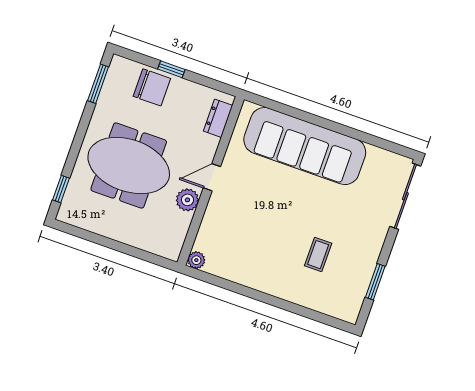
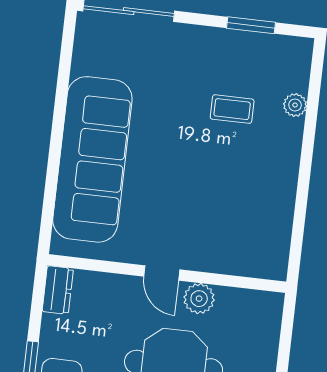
dresser: (218, 118) -> (58, 290), moved, turned -90
plant: (196, 260) -> (295, 105), moved

